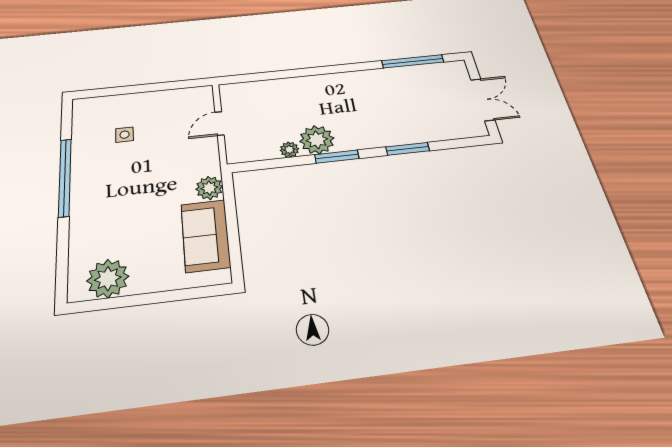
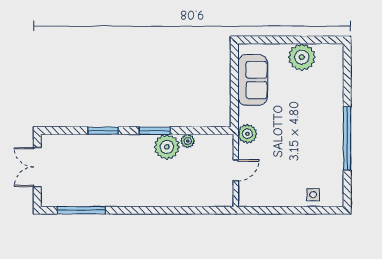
side table: (125, 135) -> (313, 195), moved
plant: (209, 188) -> (247, 134), moved
plant: (108, 279) -> (302, 57), moved

